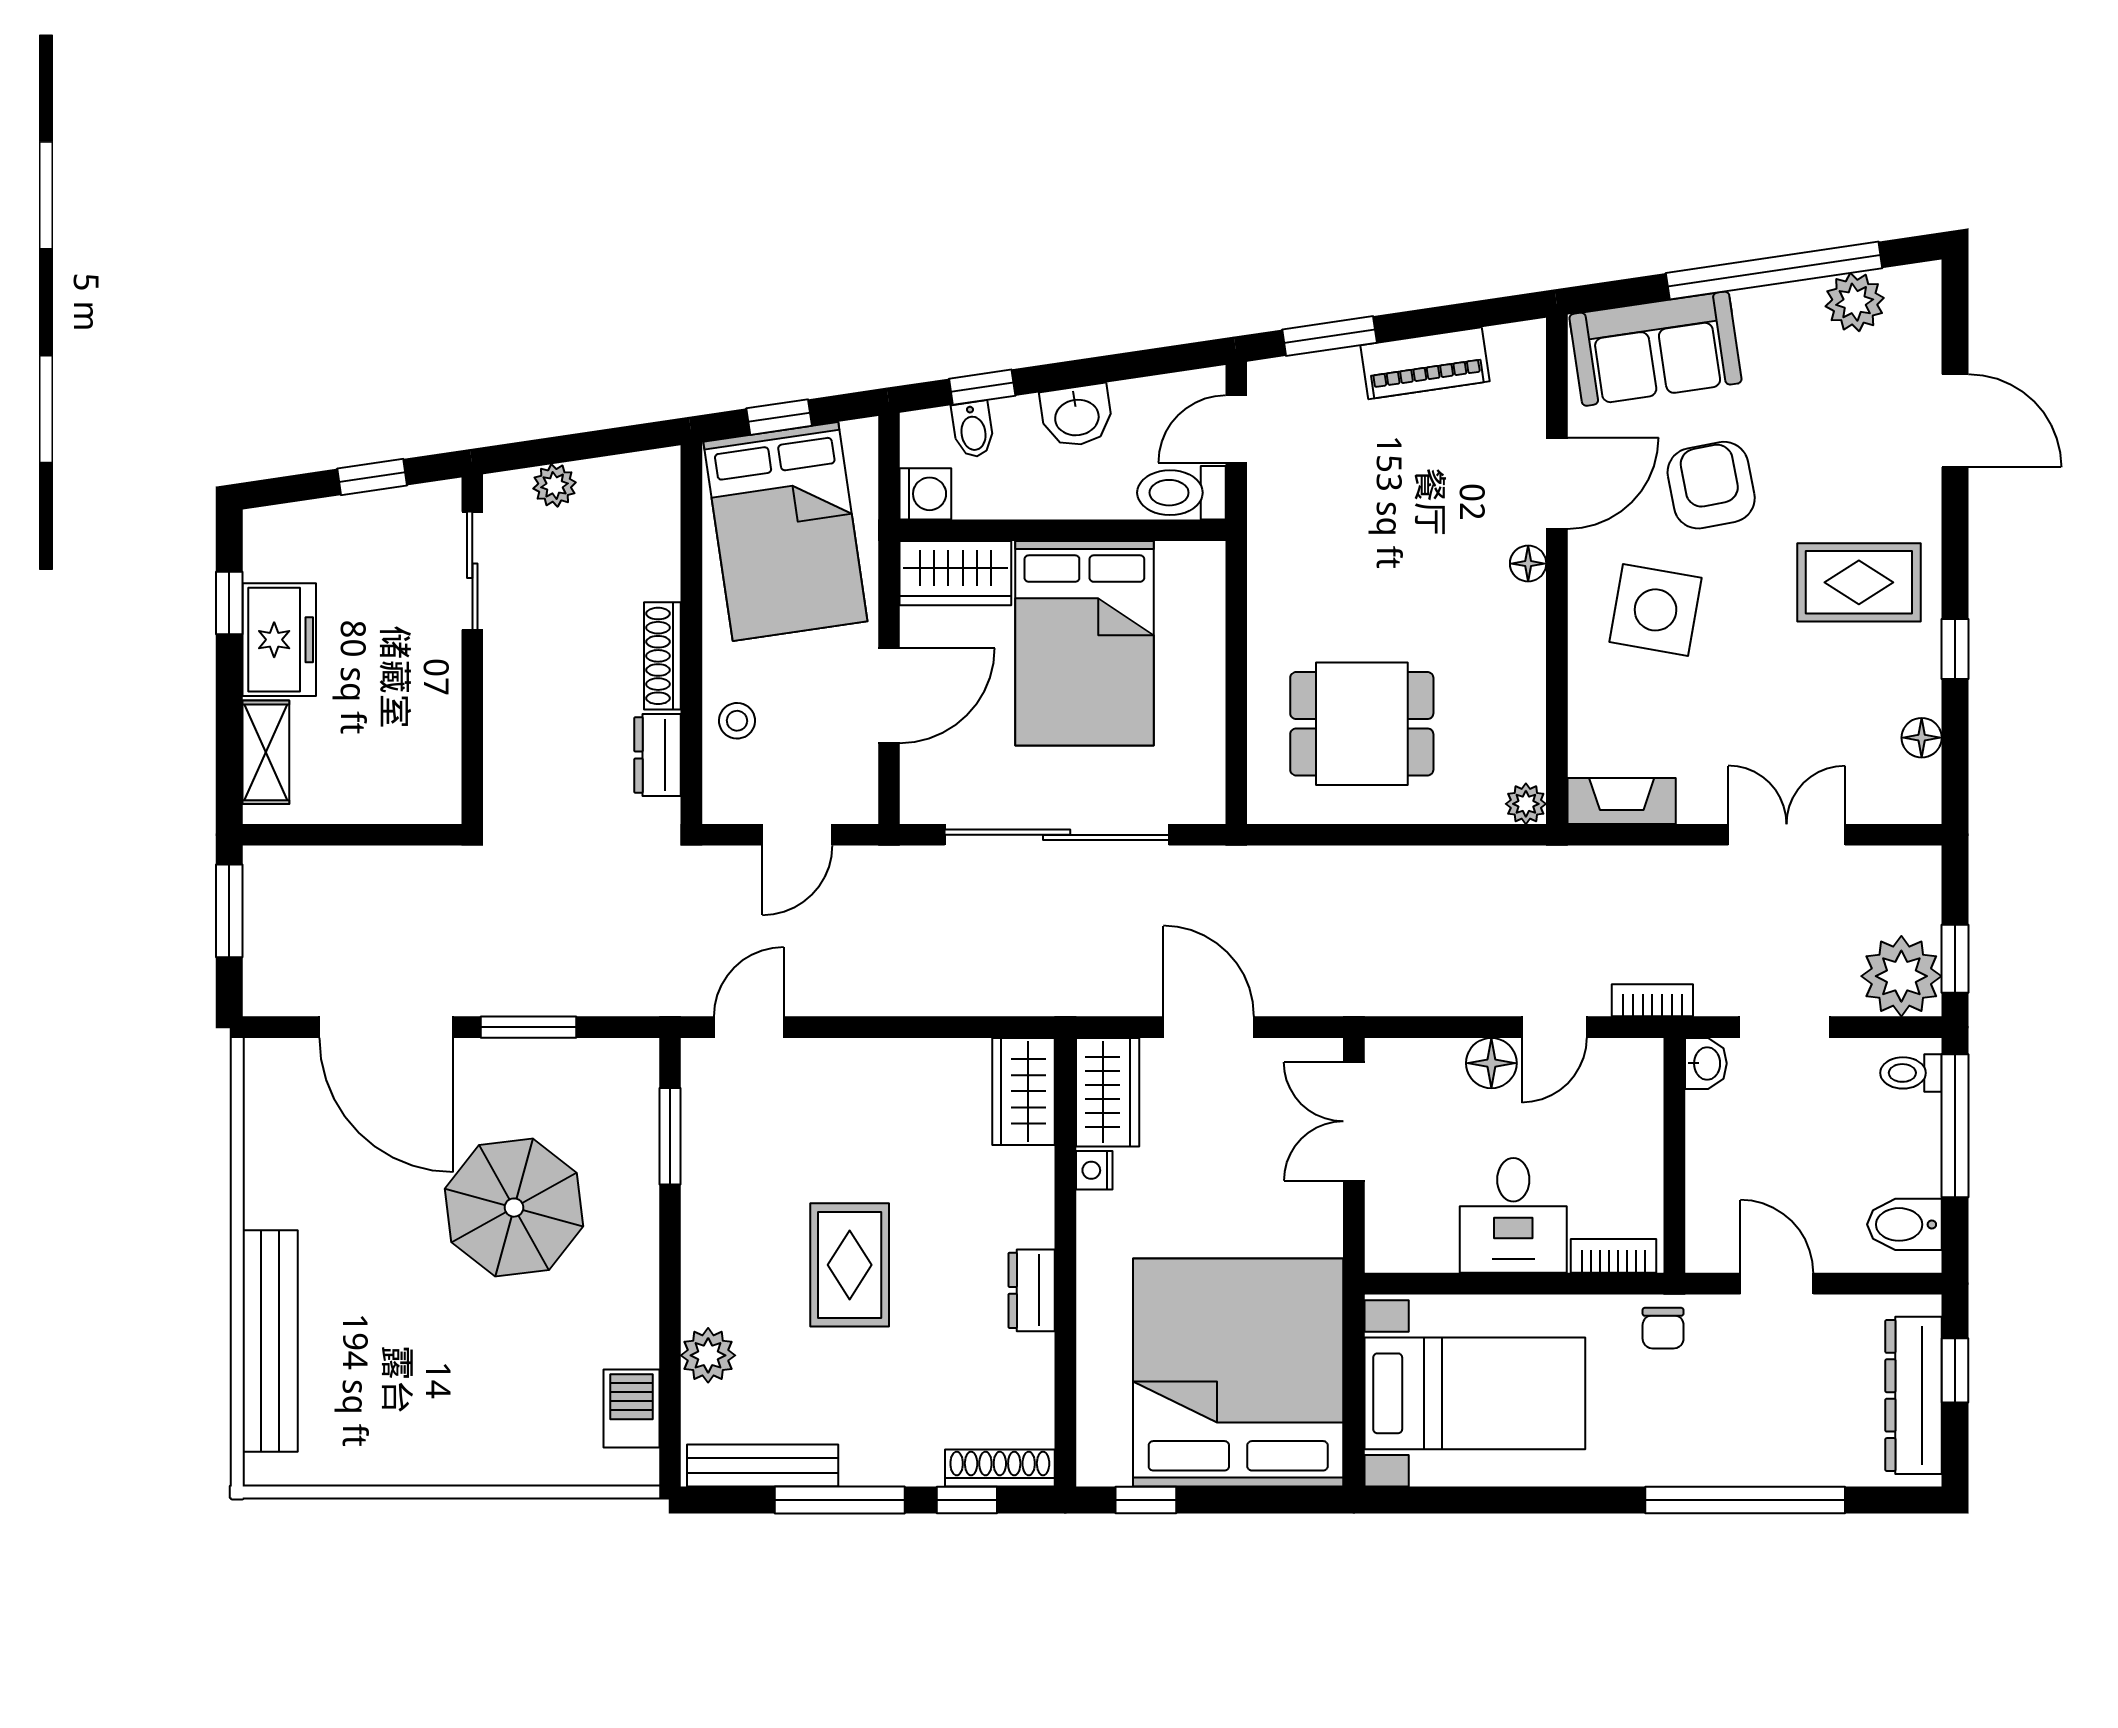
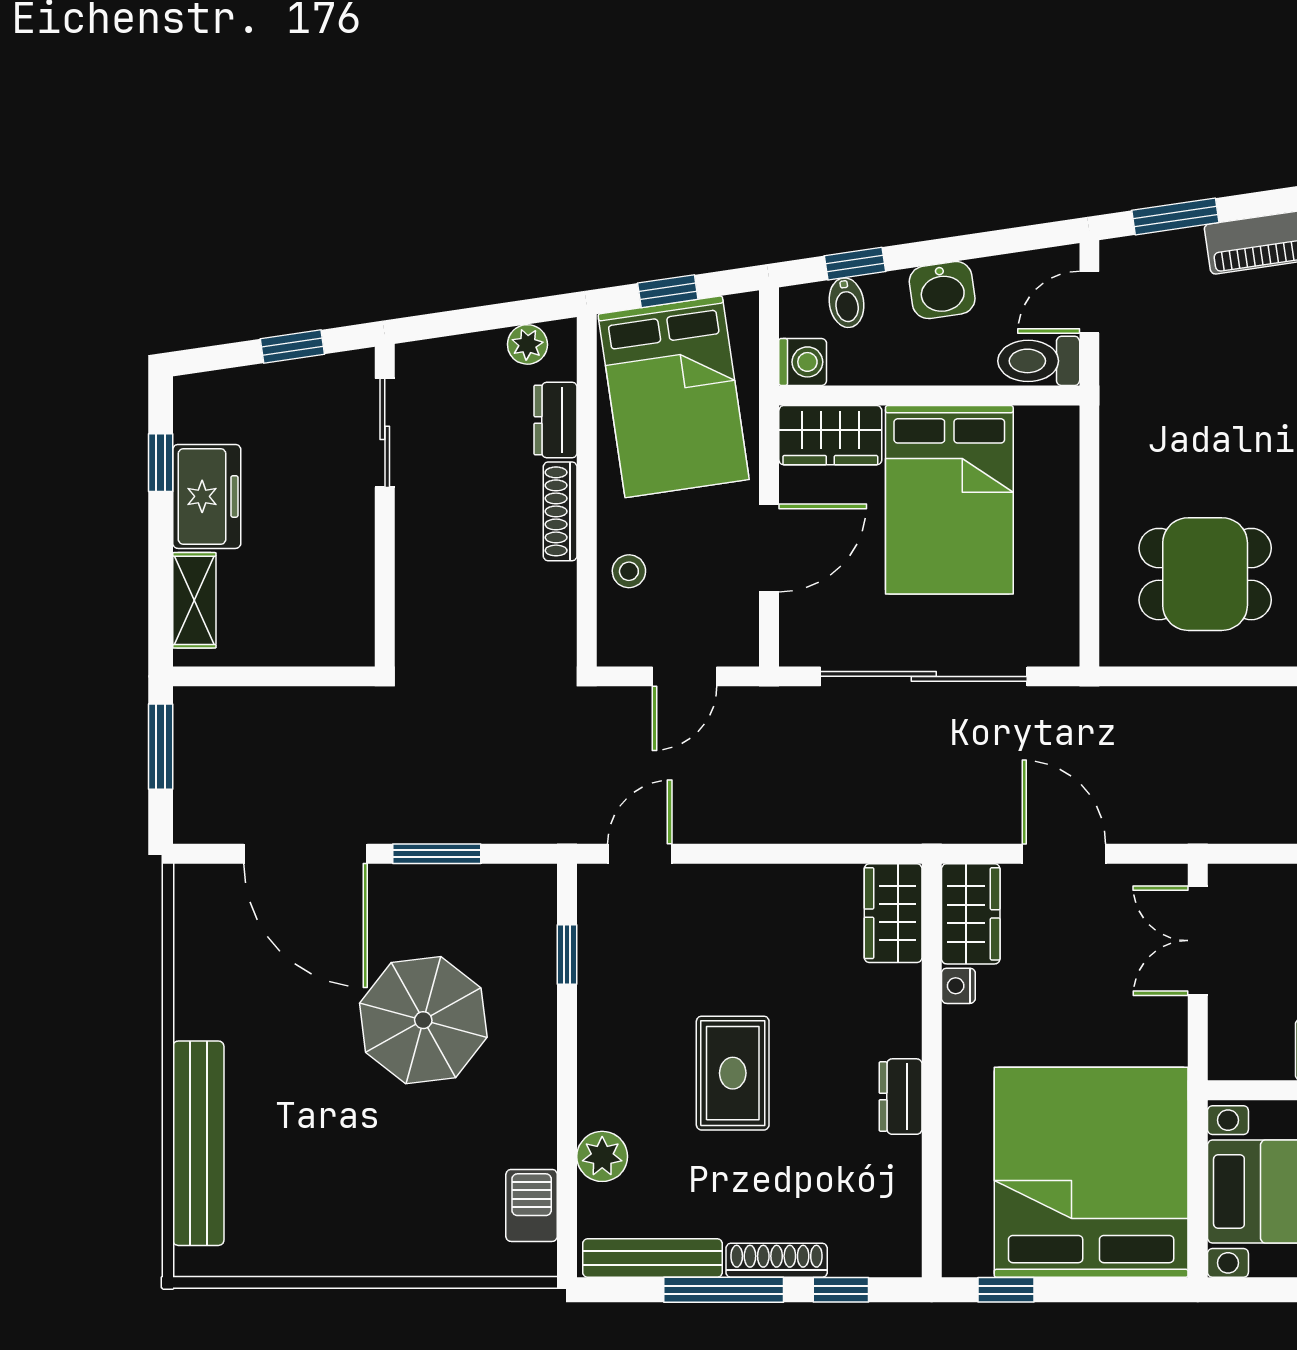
plant: (555, 485) -> (527, 344), moved
dresser: (657, 755) -> (556, 420), moved
window: (670, 1136) -> (567, 954), width x0.67
shoe rack: (1000, 1468) -> (777, 1260), moved

